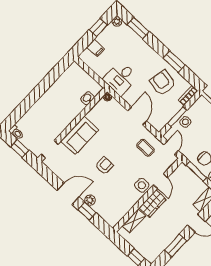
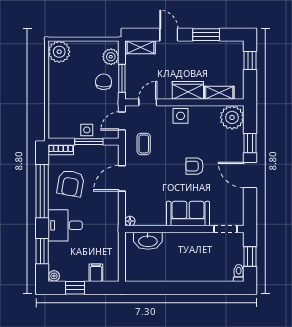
window: (174, 62) -> (42, 191), width x2.11
desk: (121, 78) -> (65, 225), moved, turned 180
washbasin: (87, 98) -> (148, 241), width x1.91, depth x1.45
door: (160, 181) -> (148, 102), moved
plant: (90, 200) -> (232, 117), moved, width x1.88, depth x1.88

